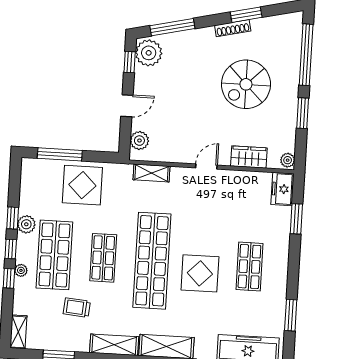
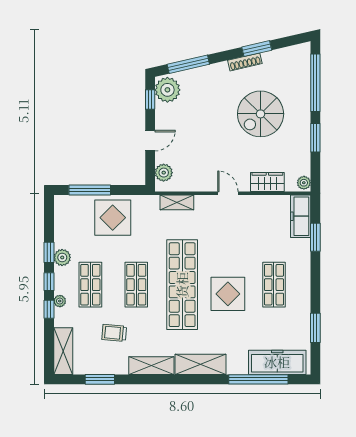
door: (206, 166) -> (228, 193), hinge flipped
freezer: (282, 189) -> (301, 216), width x1.40
shop shelf: (54, 255) -> (90, 285), width x0.70, depth x0.74
shelving: (18, 332) -> (63, 351), width x1.50, depth x1.33

